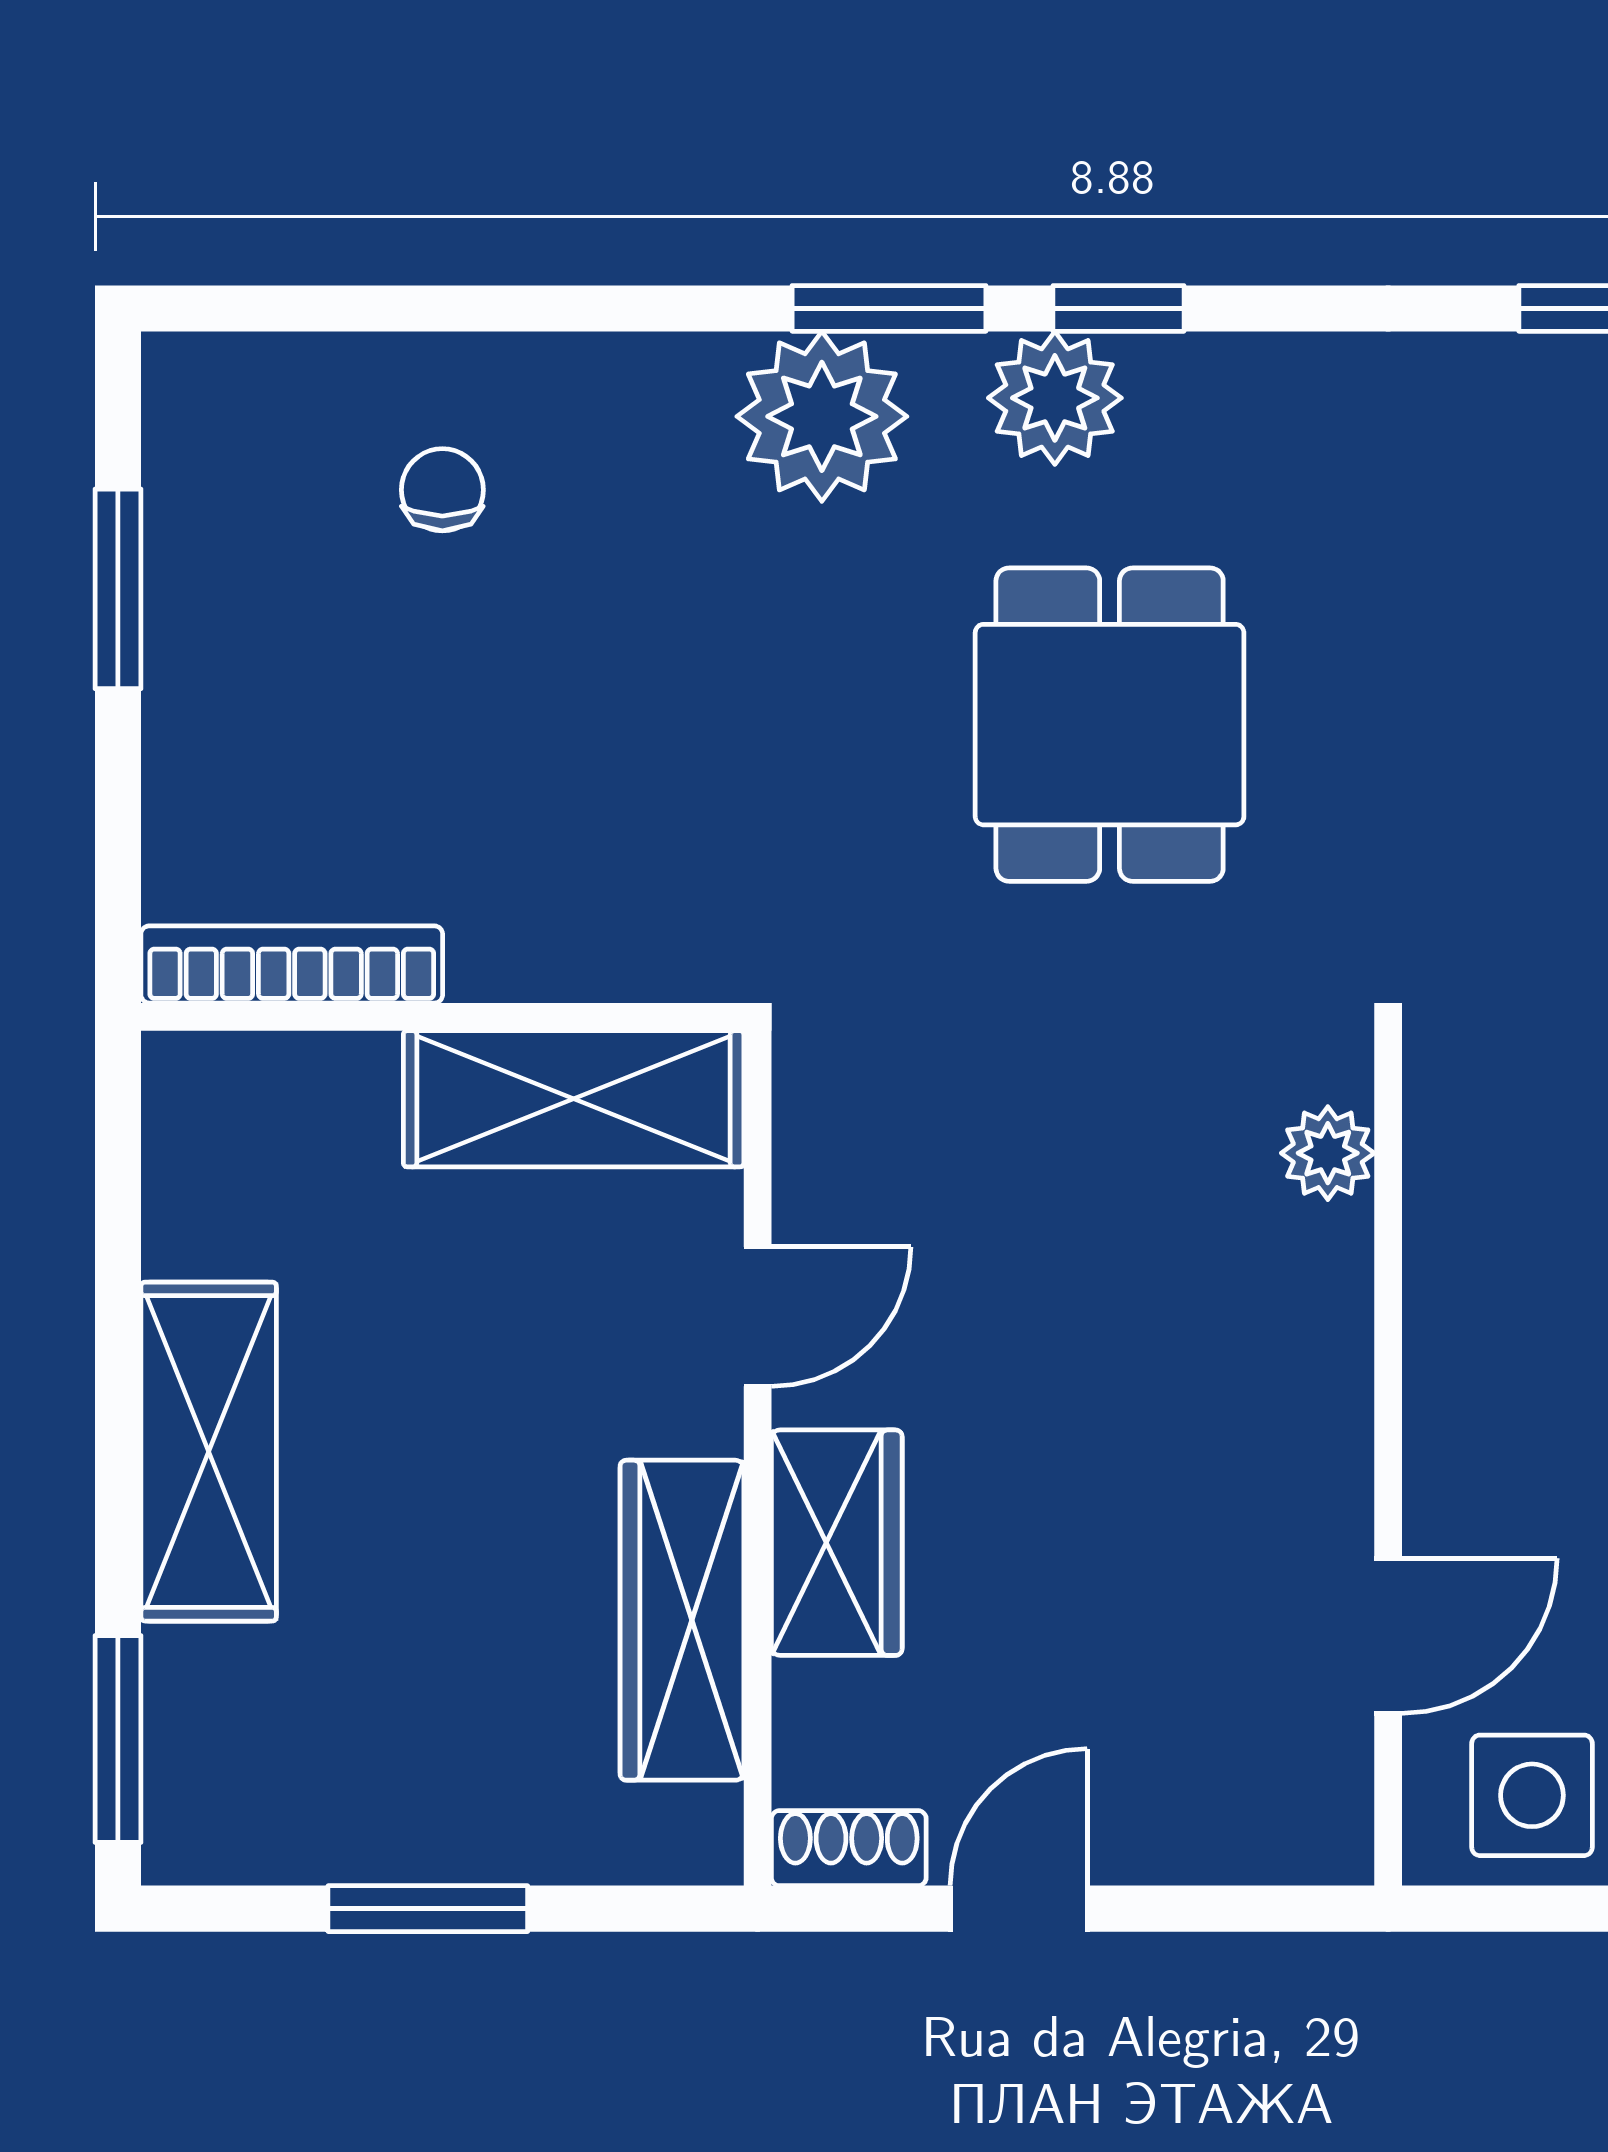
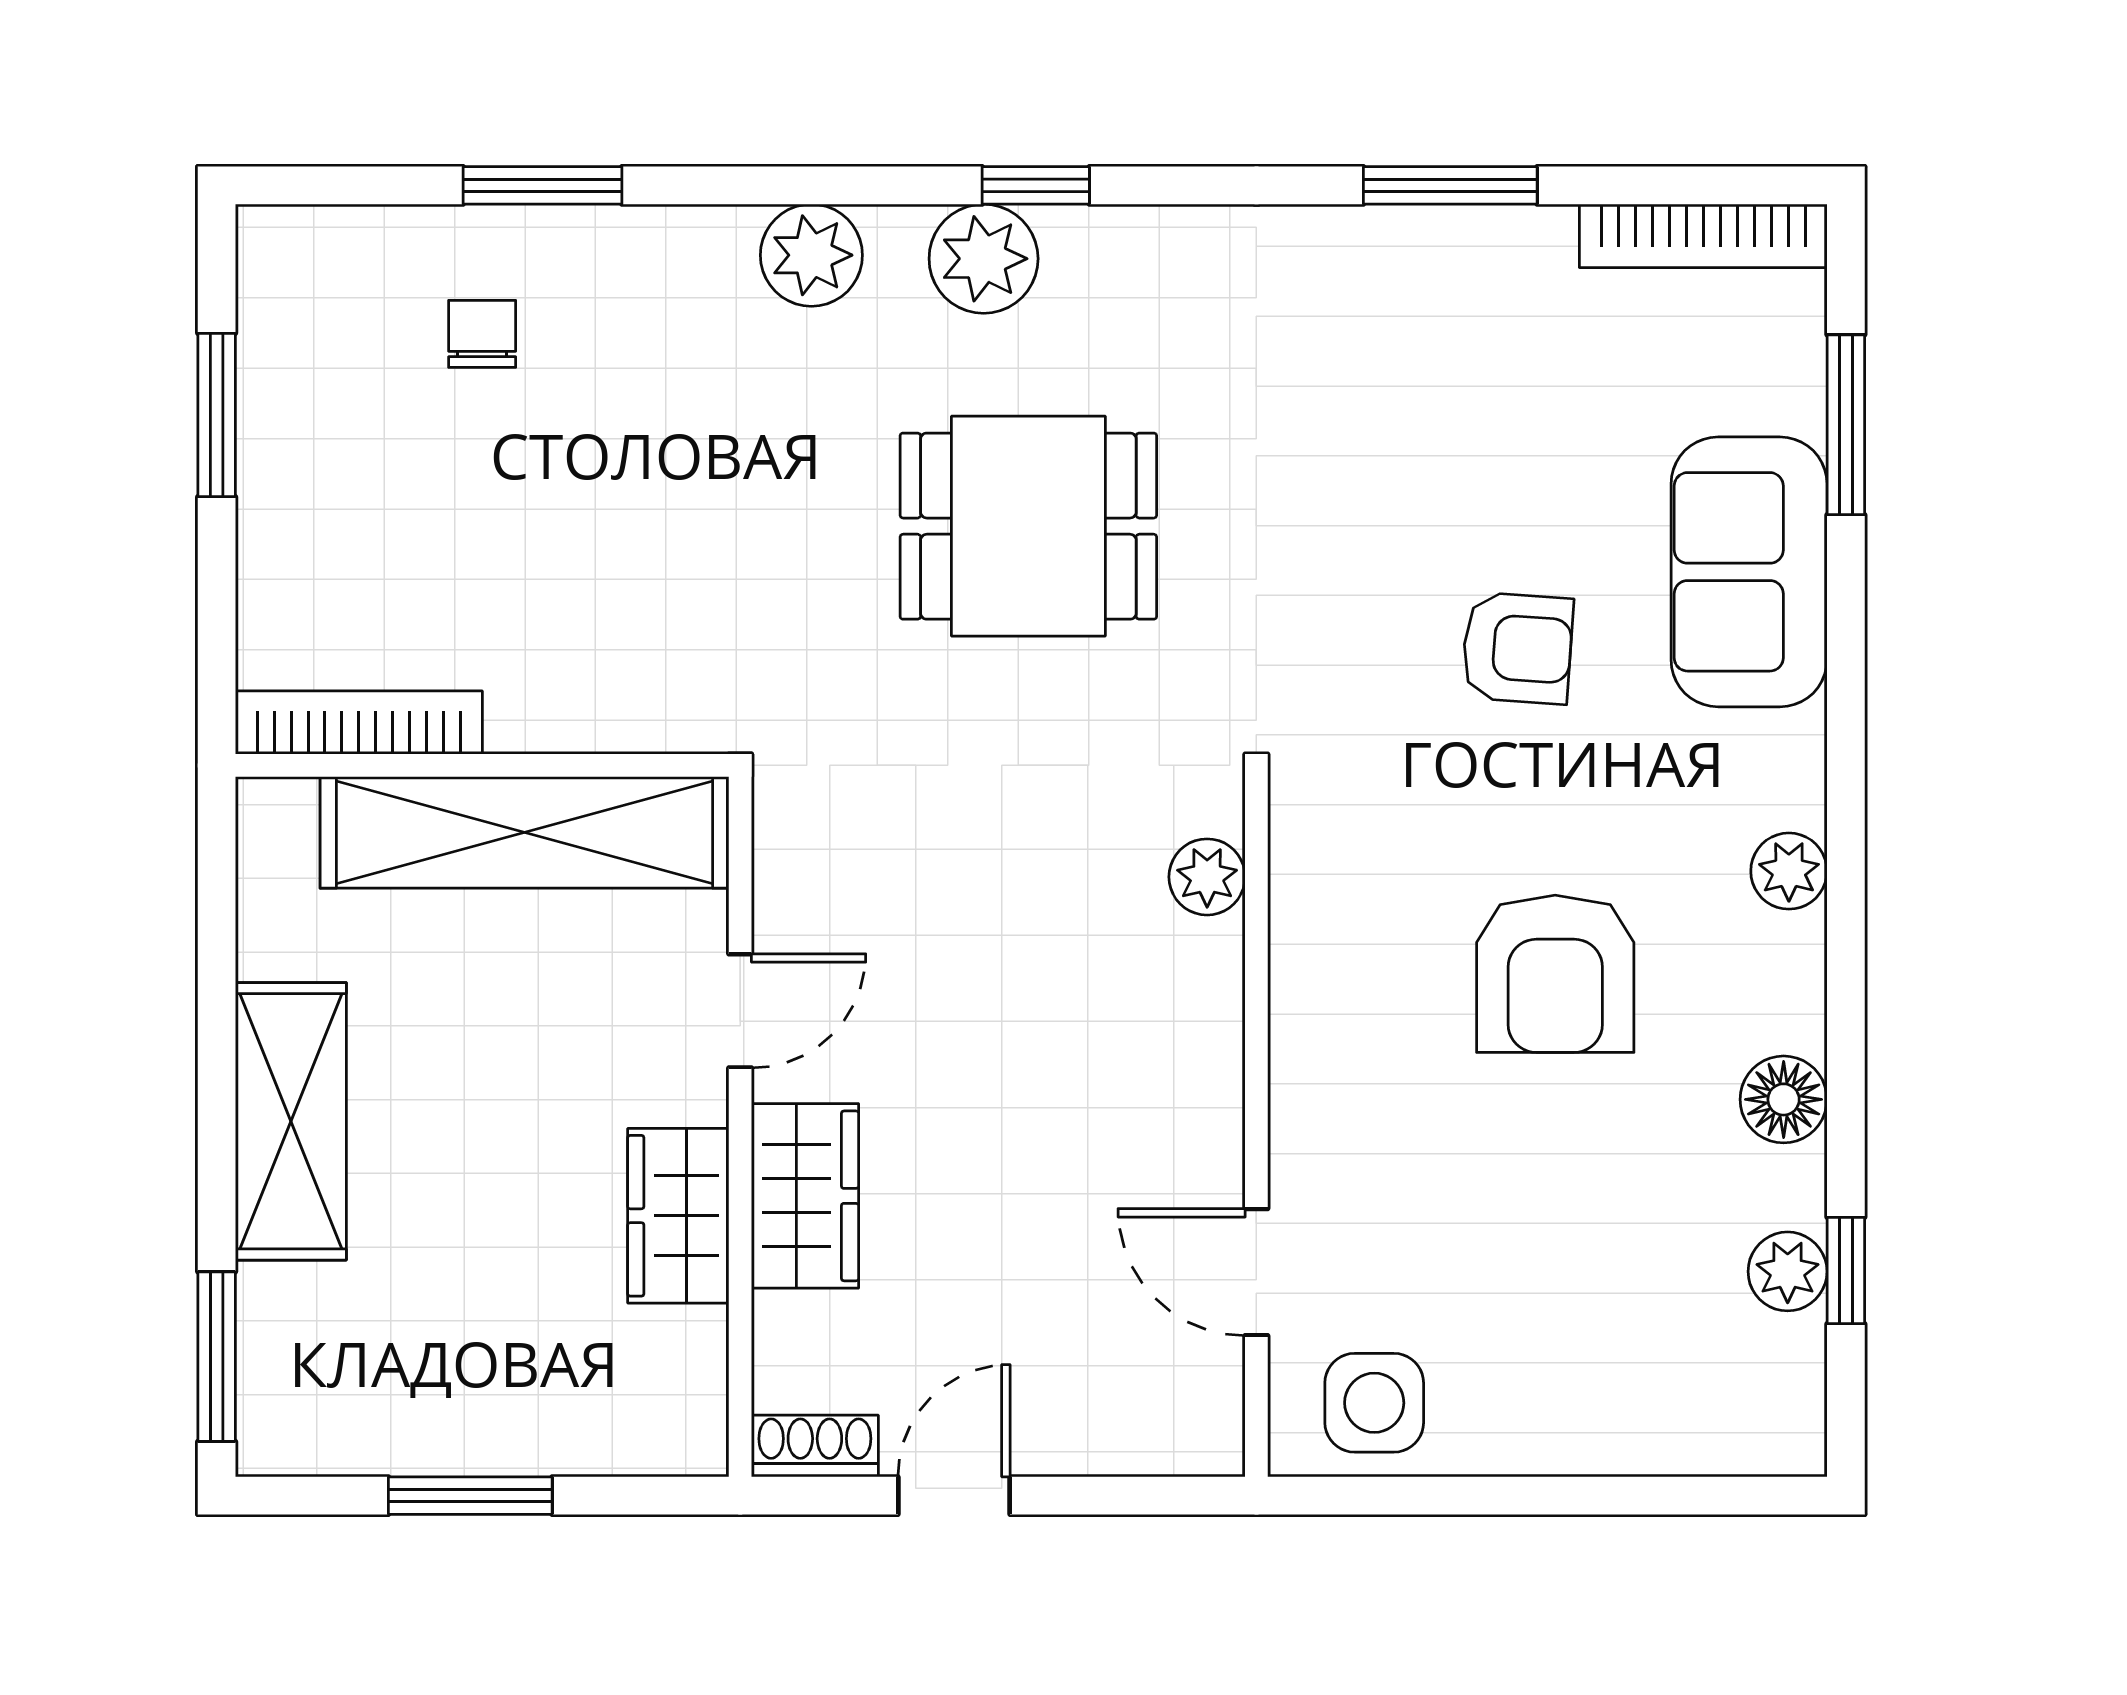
window: (889, 308) -> (543, 185), moved
plant: (822, 416) -> (811, 255), width x0.73, depth x0.73
dining table: (1110, 725) -> (1028, 526), turned 90
shelving: (574, 1099) -> (524, 832), width x1.47
wardrobe: (682, 1620) -> (678, 1216), width x0.67
door: (1388, 1636) -> (1256, 1272), swing flipped

